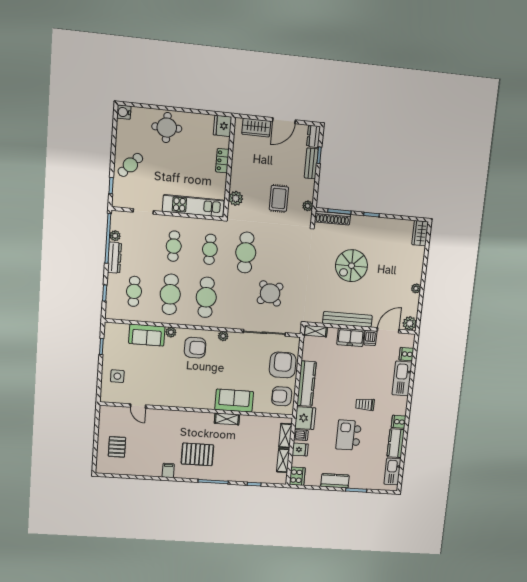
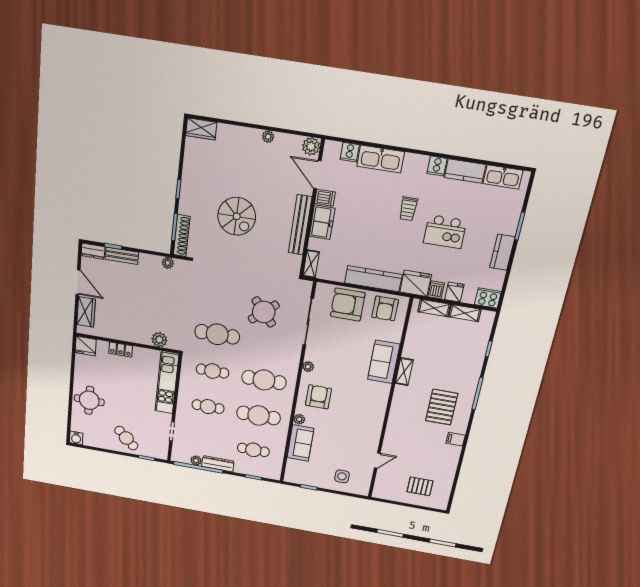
rug: (279, 198) -> (160, 294), removed

